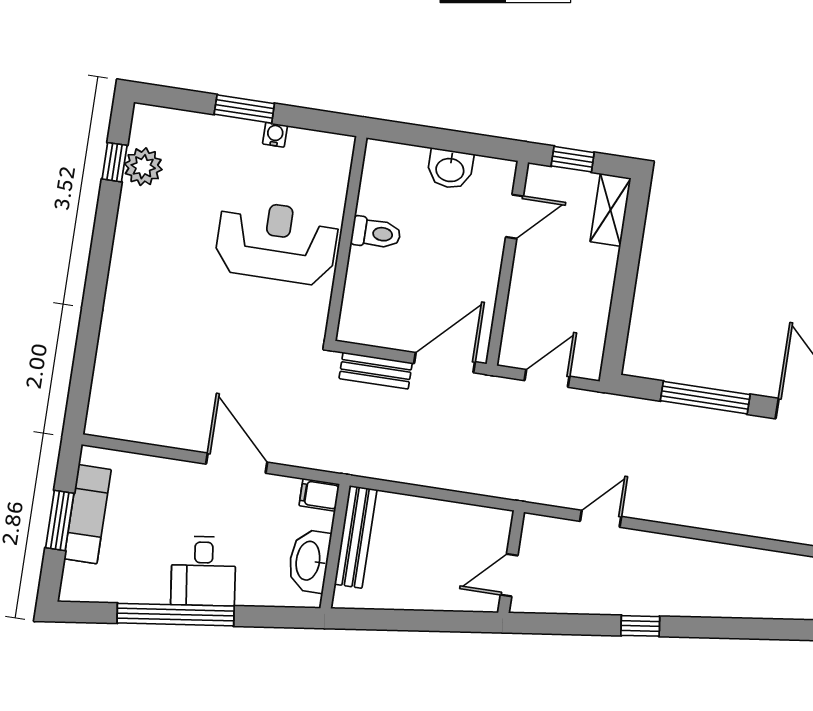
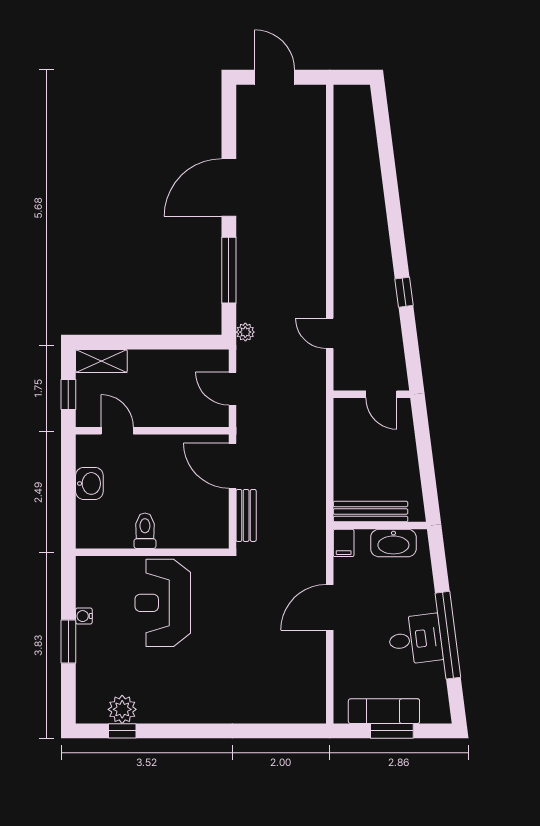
plant: (620, 407) -> (245, 332), added
desk: (203, 571) -> (415, 639), moved

